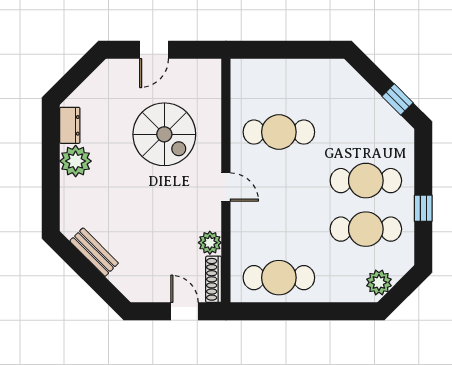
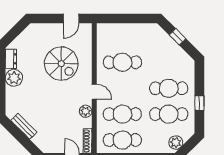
door: (154, 50) -> (71, 18), moved
window: (398, 99) -> (178, 37), moved
cafe table: (279, 229) -> (122, 114), added
plant: (210, 243) -> (86, 111), moved

